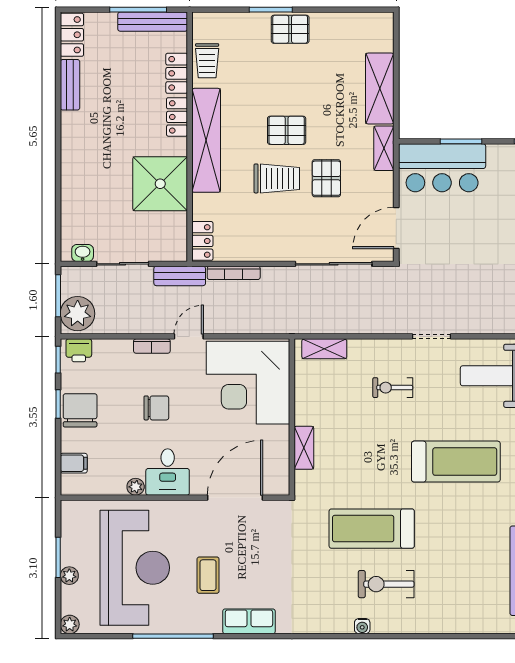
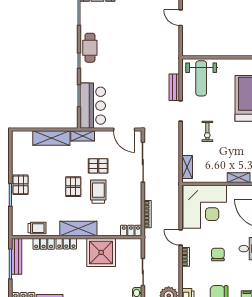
shelving: (206, 140) -> (78, 229), width x0.68
bench: (180, 276) -> (174, 87), moved

